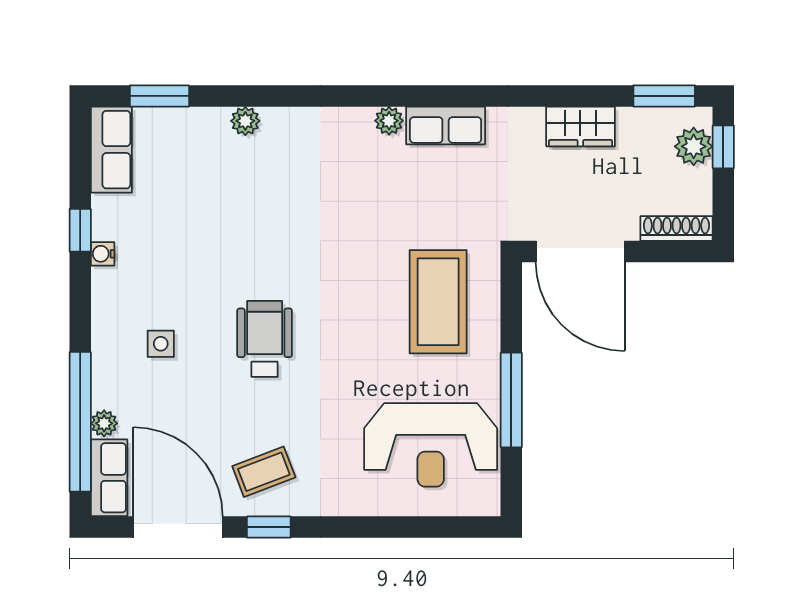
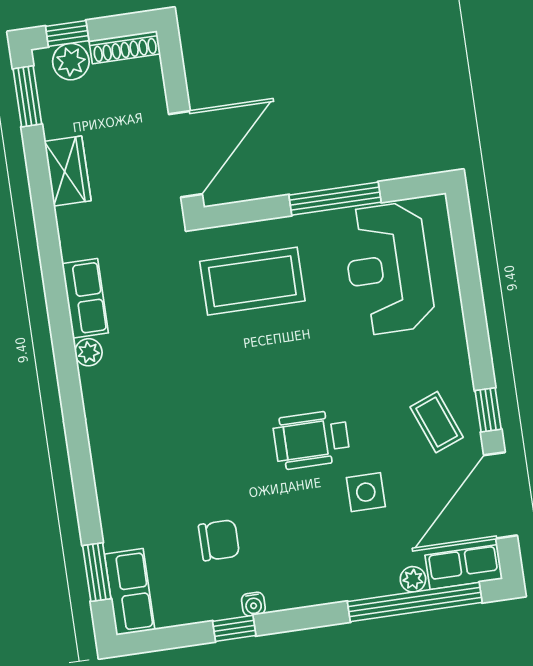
plant: (245, 121) -> (109, 488), removed
row of seats: (111, 150) -> (130, 592), moved, turned 90
chair: (174, 228) -> (219, 540), added
shoe rack: (677, 228) -> (125, 47), moved, turned -90
side table: (161, 344) -> (366, 492), moved, width x1.37, depth x1.37
reception desk: (431, 445) -> (388, 268), turned 180

